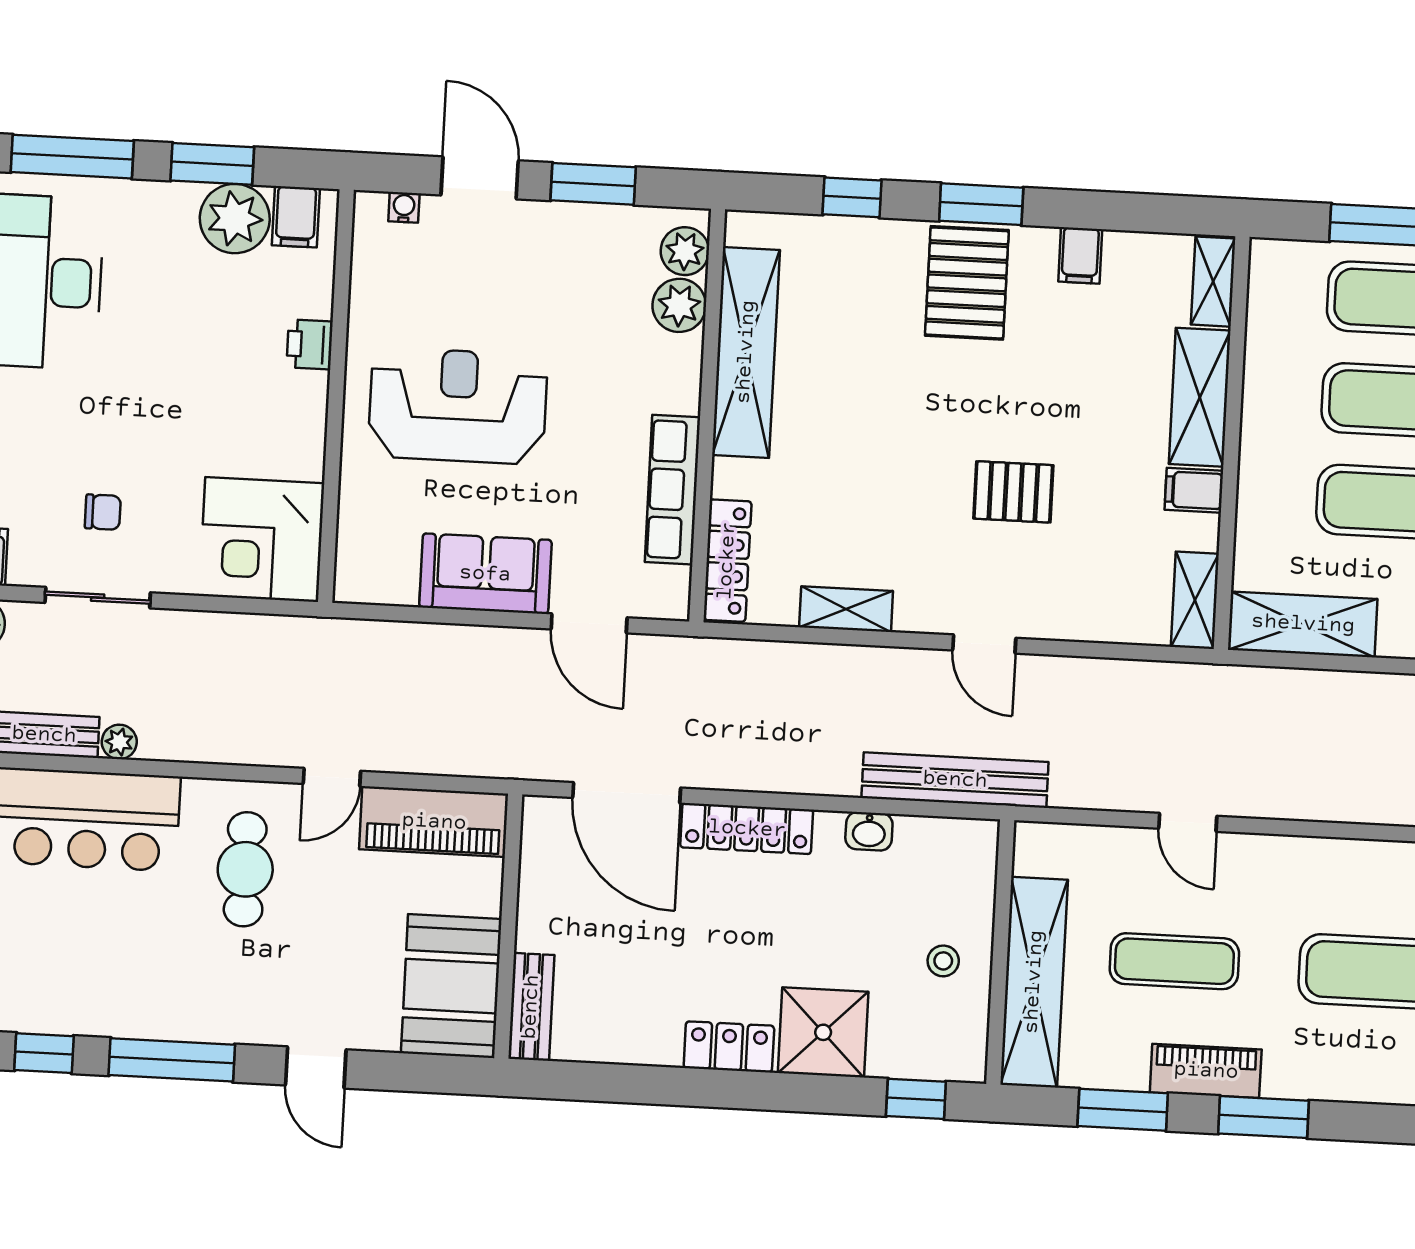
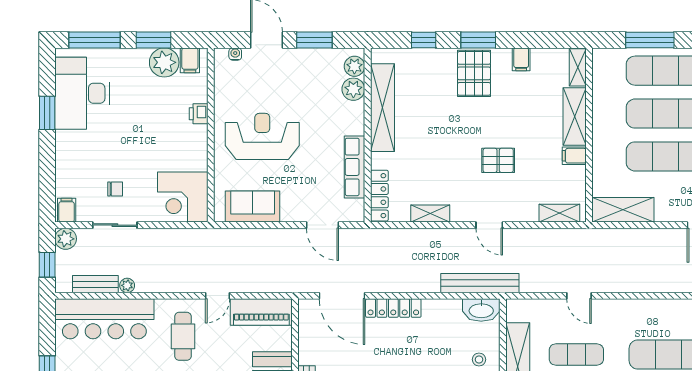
sofa: (485, 574) -> (253, 207), moved
shelving: (1195, 600) -> (559, 213), moved, turned 90
washbasin: (869, 831) -> (481, 310), moved, width x1.91, depth x1.45

